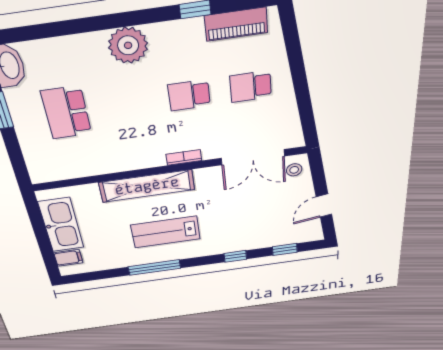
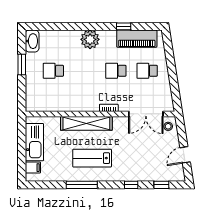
piano: (236, 24) -> (137, 39), width x1.37, depth x1.33
school desk: (66, 113) -> (53, 71), width x0.54

